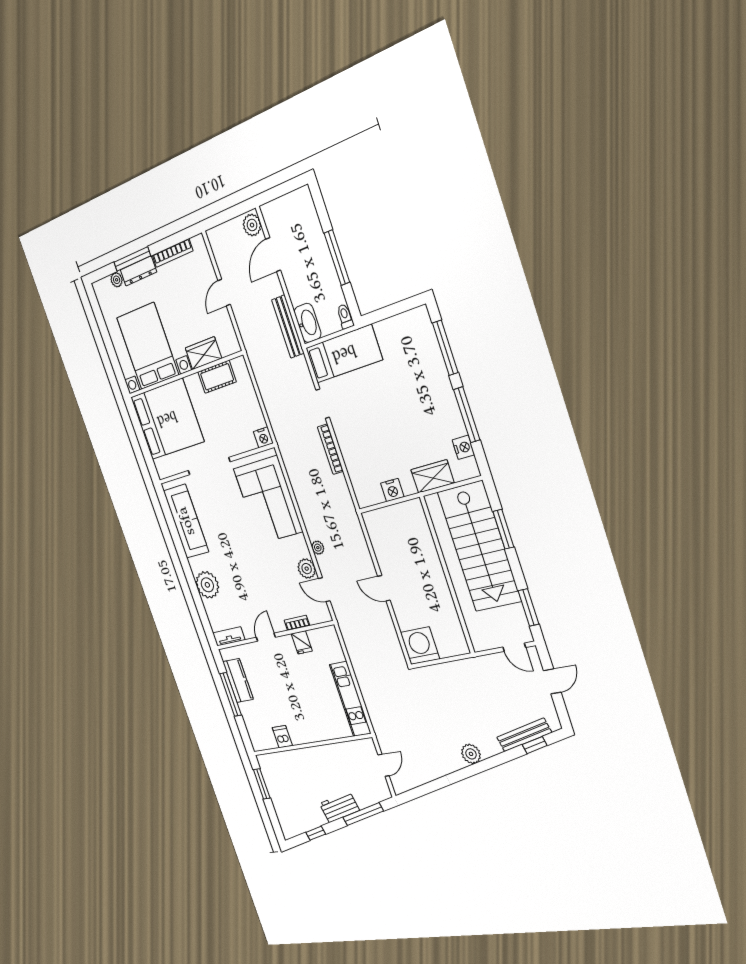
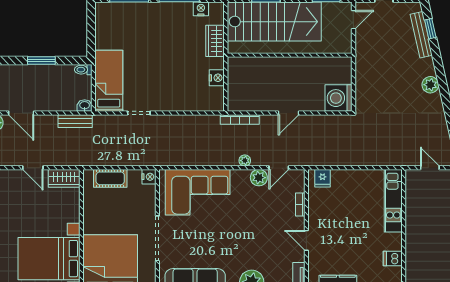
window: (337, 258) -> (41, 61), width x0.69
washbasin: (308, 323) -> (85, 106), width x0.52, depth x0.69
bench: (288, 327) -> (75, 121), width x0.73
wardrobe: (203, 353) -> (64, 178), moved, turned -90
cot: (217, 377) -> (110, 178), moved, turned 90
bookcase: (330, 449) -> (240, 119), moved
fridge: (302, 642) -> (323, 178), moved, turned 90
kitchen unit: (350, 699) -> (393, 201), moved, turned 90

